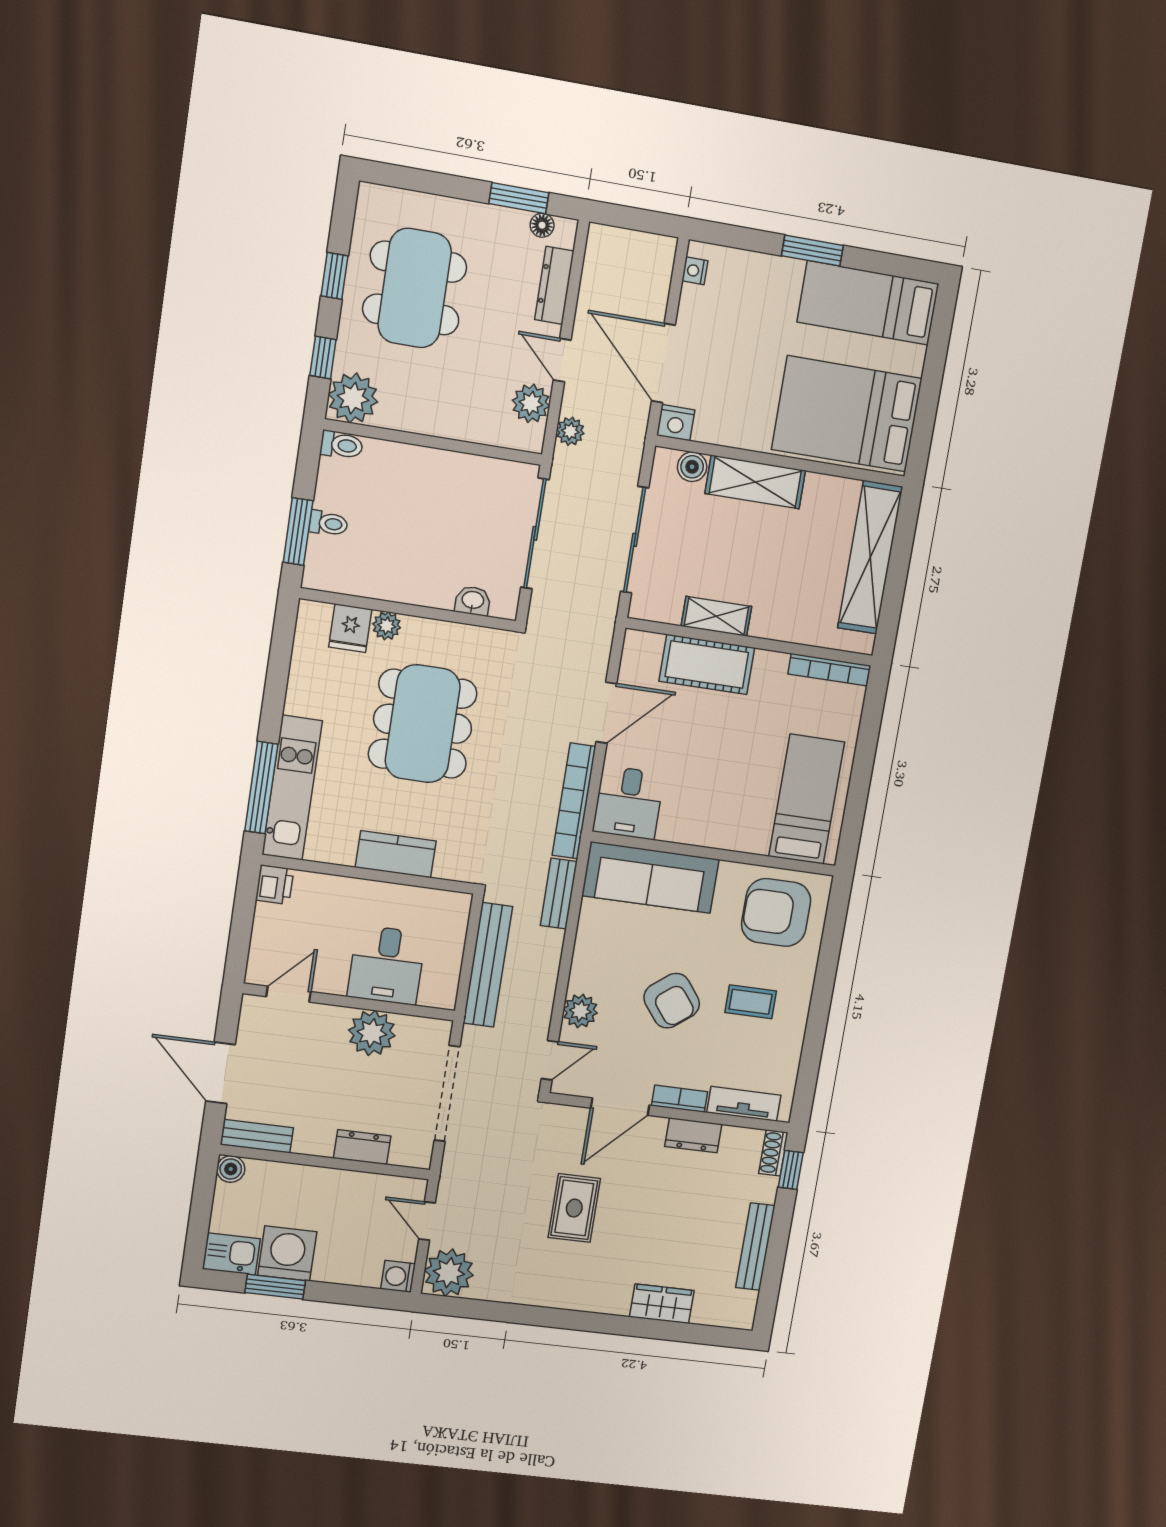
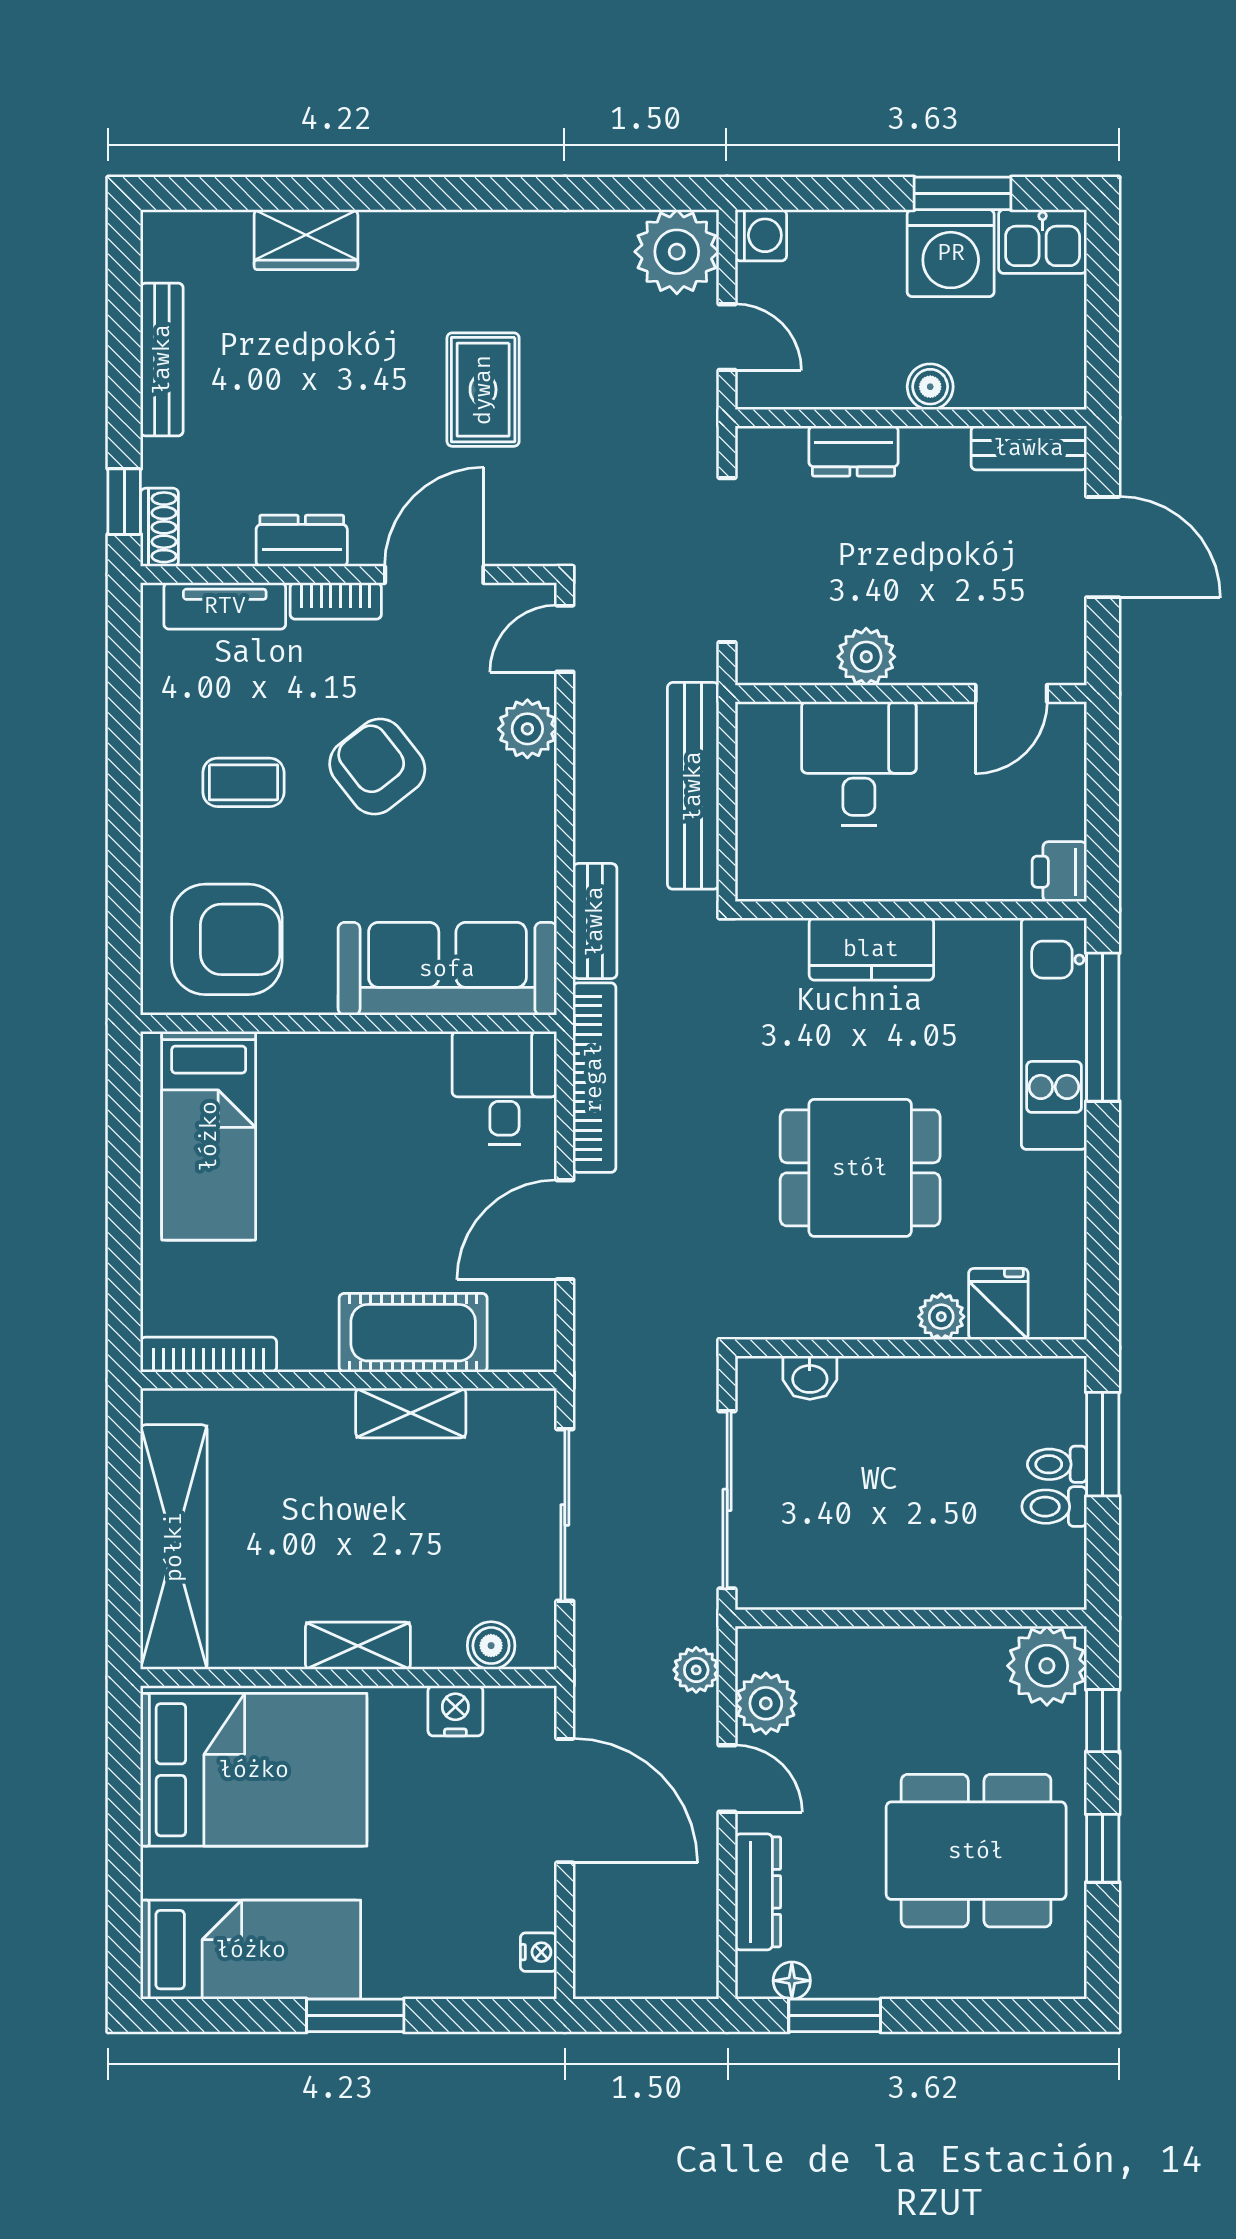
dining table: (415, 288) -> (976, 1851), turned 90
nightstand: (676, 423) -> (455, 1711), moved
toilet: (342, 445) -> (1054, 1507), moved
shelving: (755, 482) -> (358, 1646), width x0.67, depth x0.75
dining table: (423, 724) -> (860, 1168), width x0.73
plant: (372, 1033) -> (866, 657), width x0.73, depth x0.73
boiler: (231, 1169) -> (930, 387), moved

